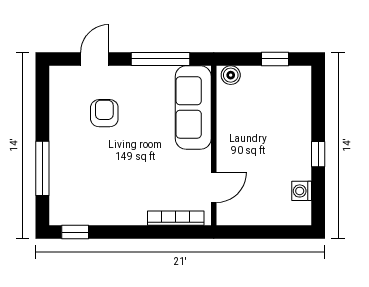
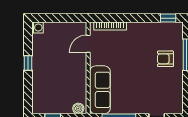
armchair: (104, 113) -> (165, 59), moved, turned 90
washing machine: (302, 191) -> (37, 28), moved

